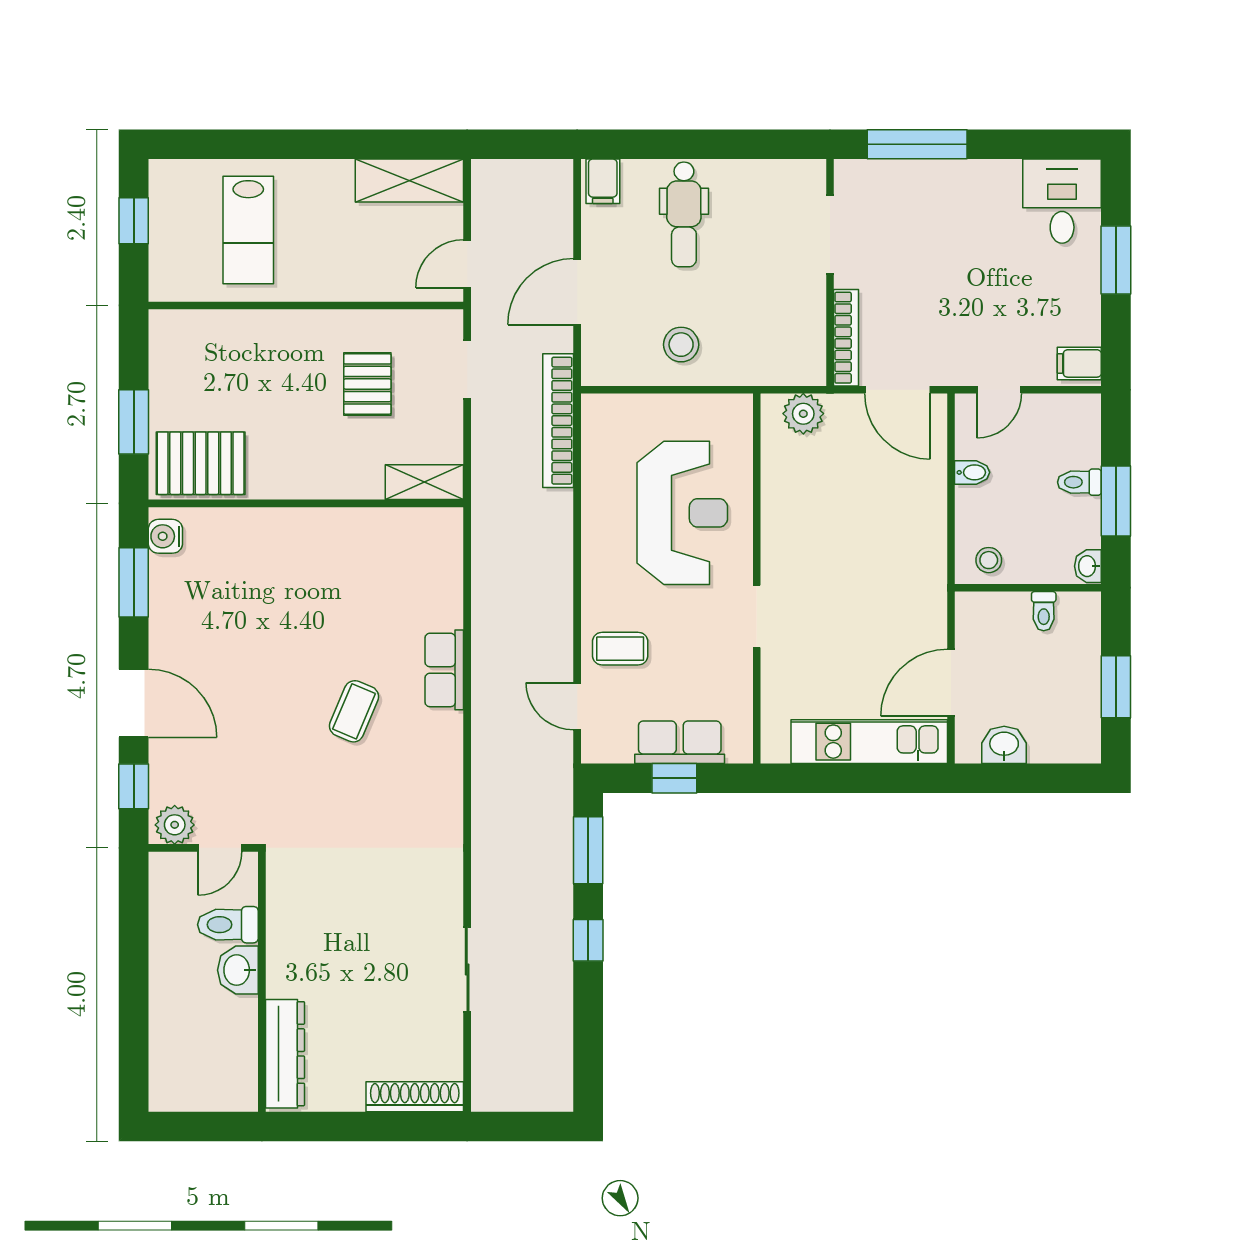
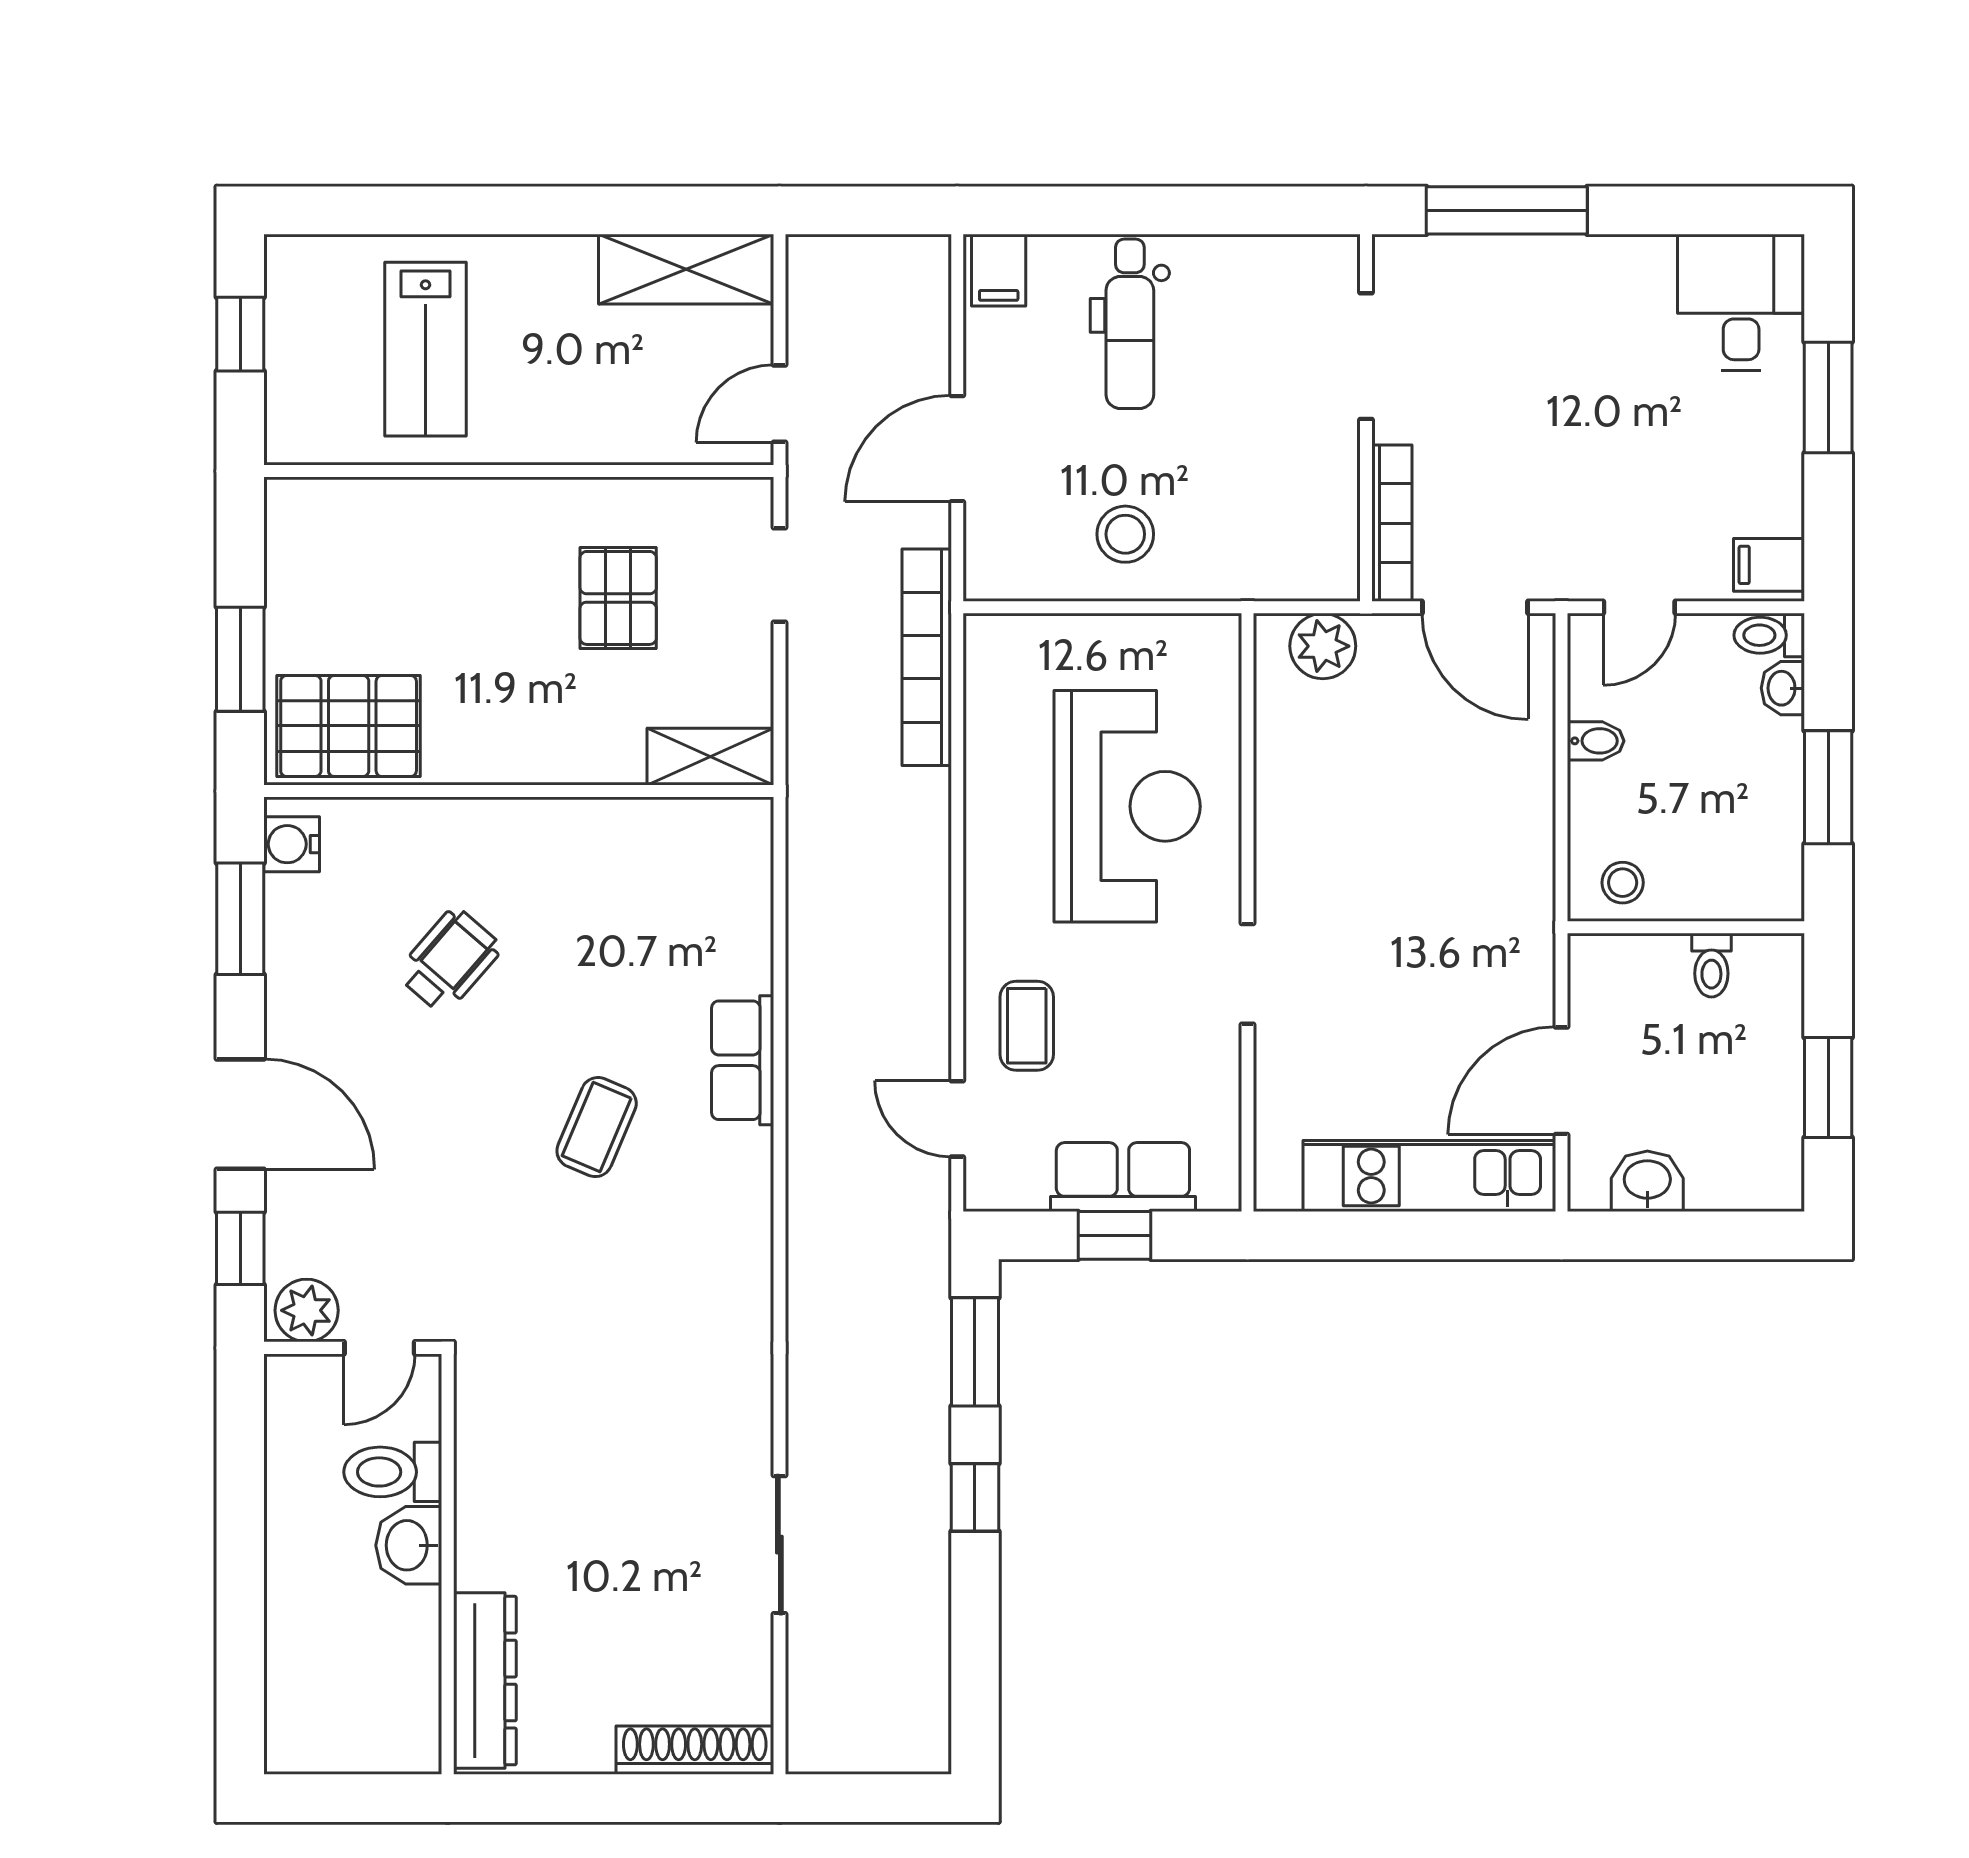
toilet: (1079, 482) -> (1769, 635), moved
washbasin: (1088, 566) -> (1783, 688), moved
wheelchair: (263, 608) -> (449, 961), added
coffee table: (620, 649) -> (1027, 1026), turned 90

